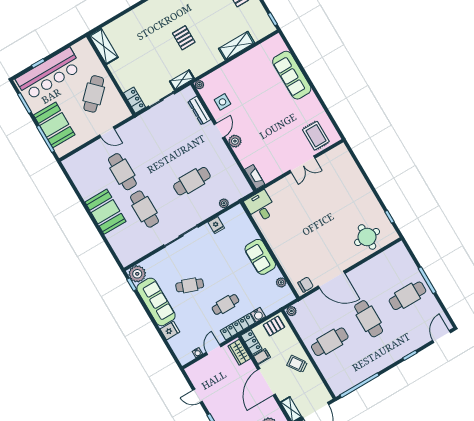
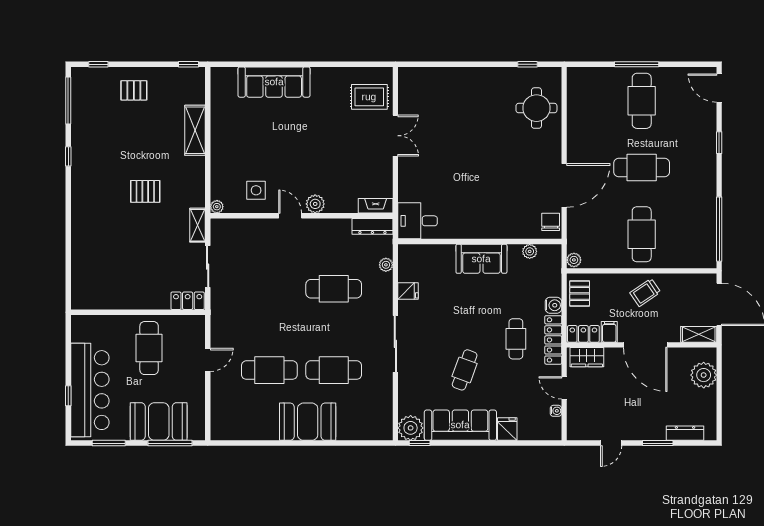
shelving: (104, 46) -> (96, 299), removed
cafe table: (94, 94) -> (149, 348), turned 45
dresser: (199, 111) -> (372, 226), moved
cafe table: (192, 181) -> (334, 289), turned 90

